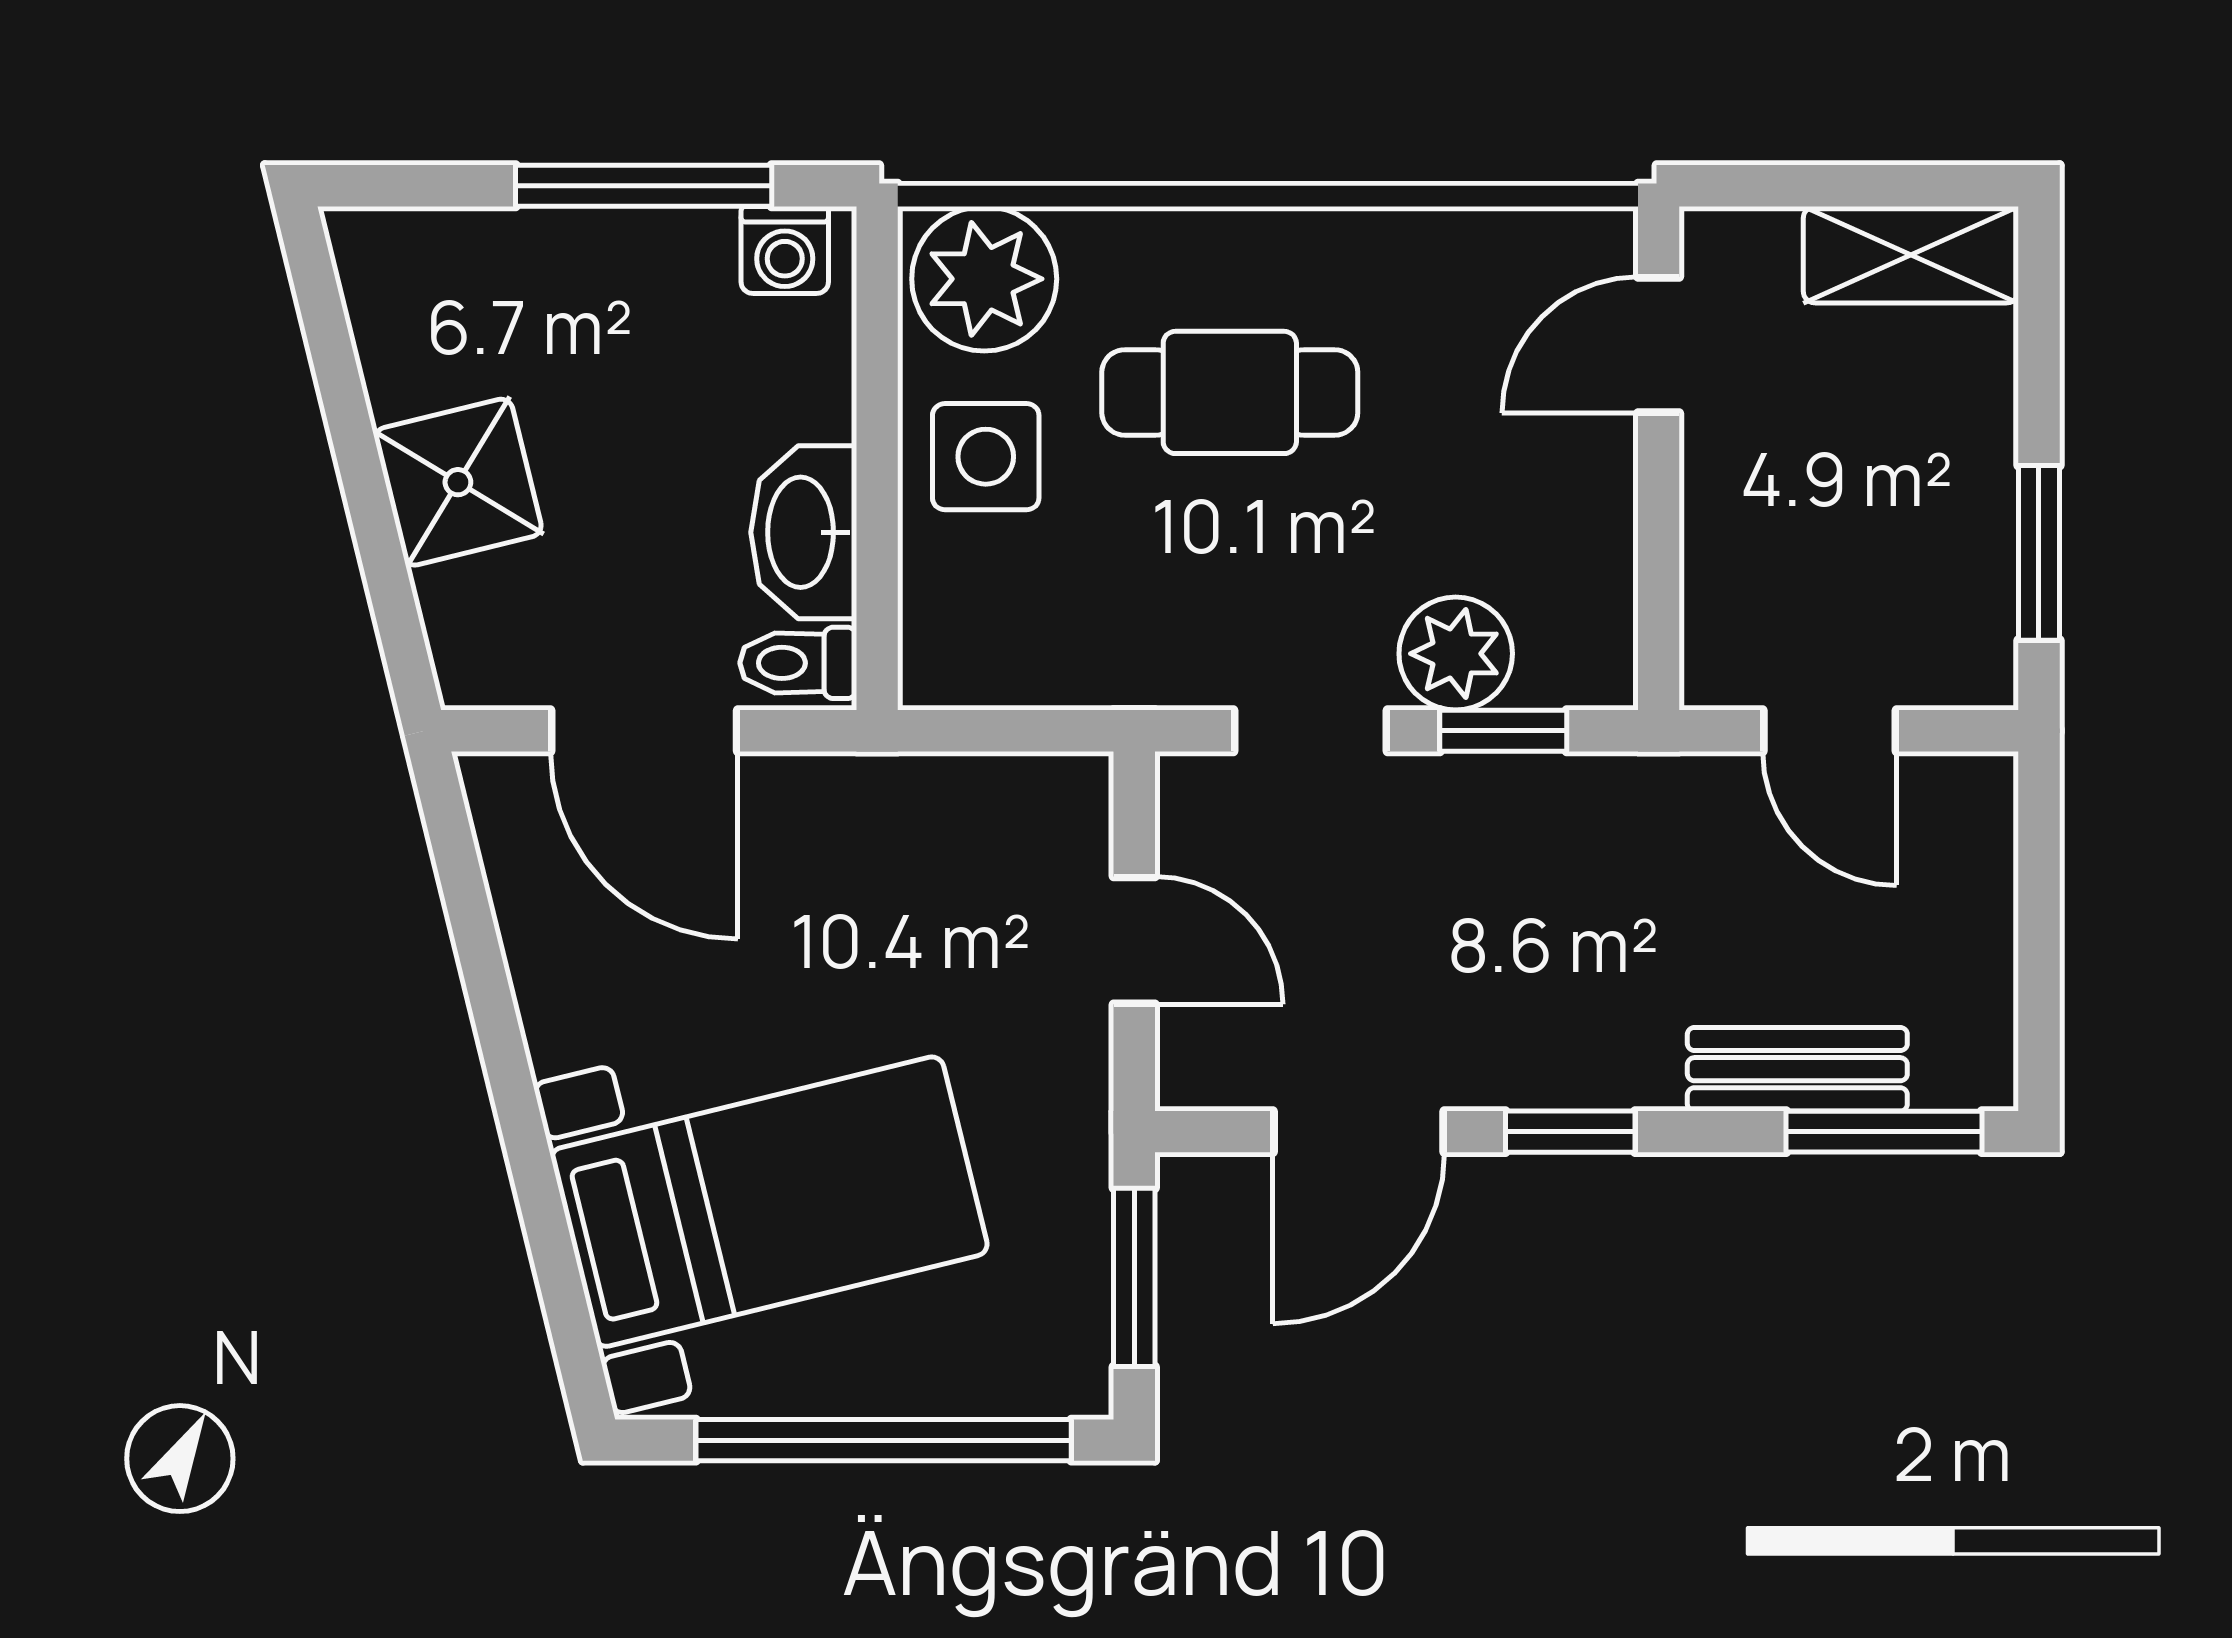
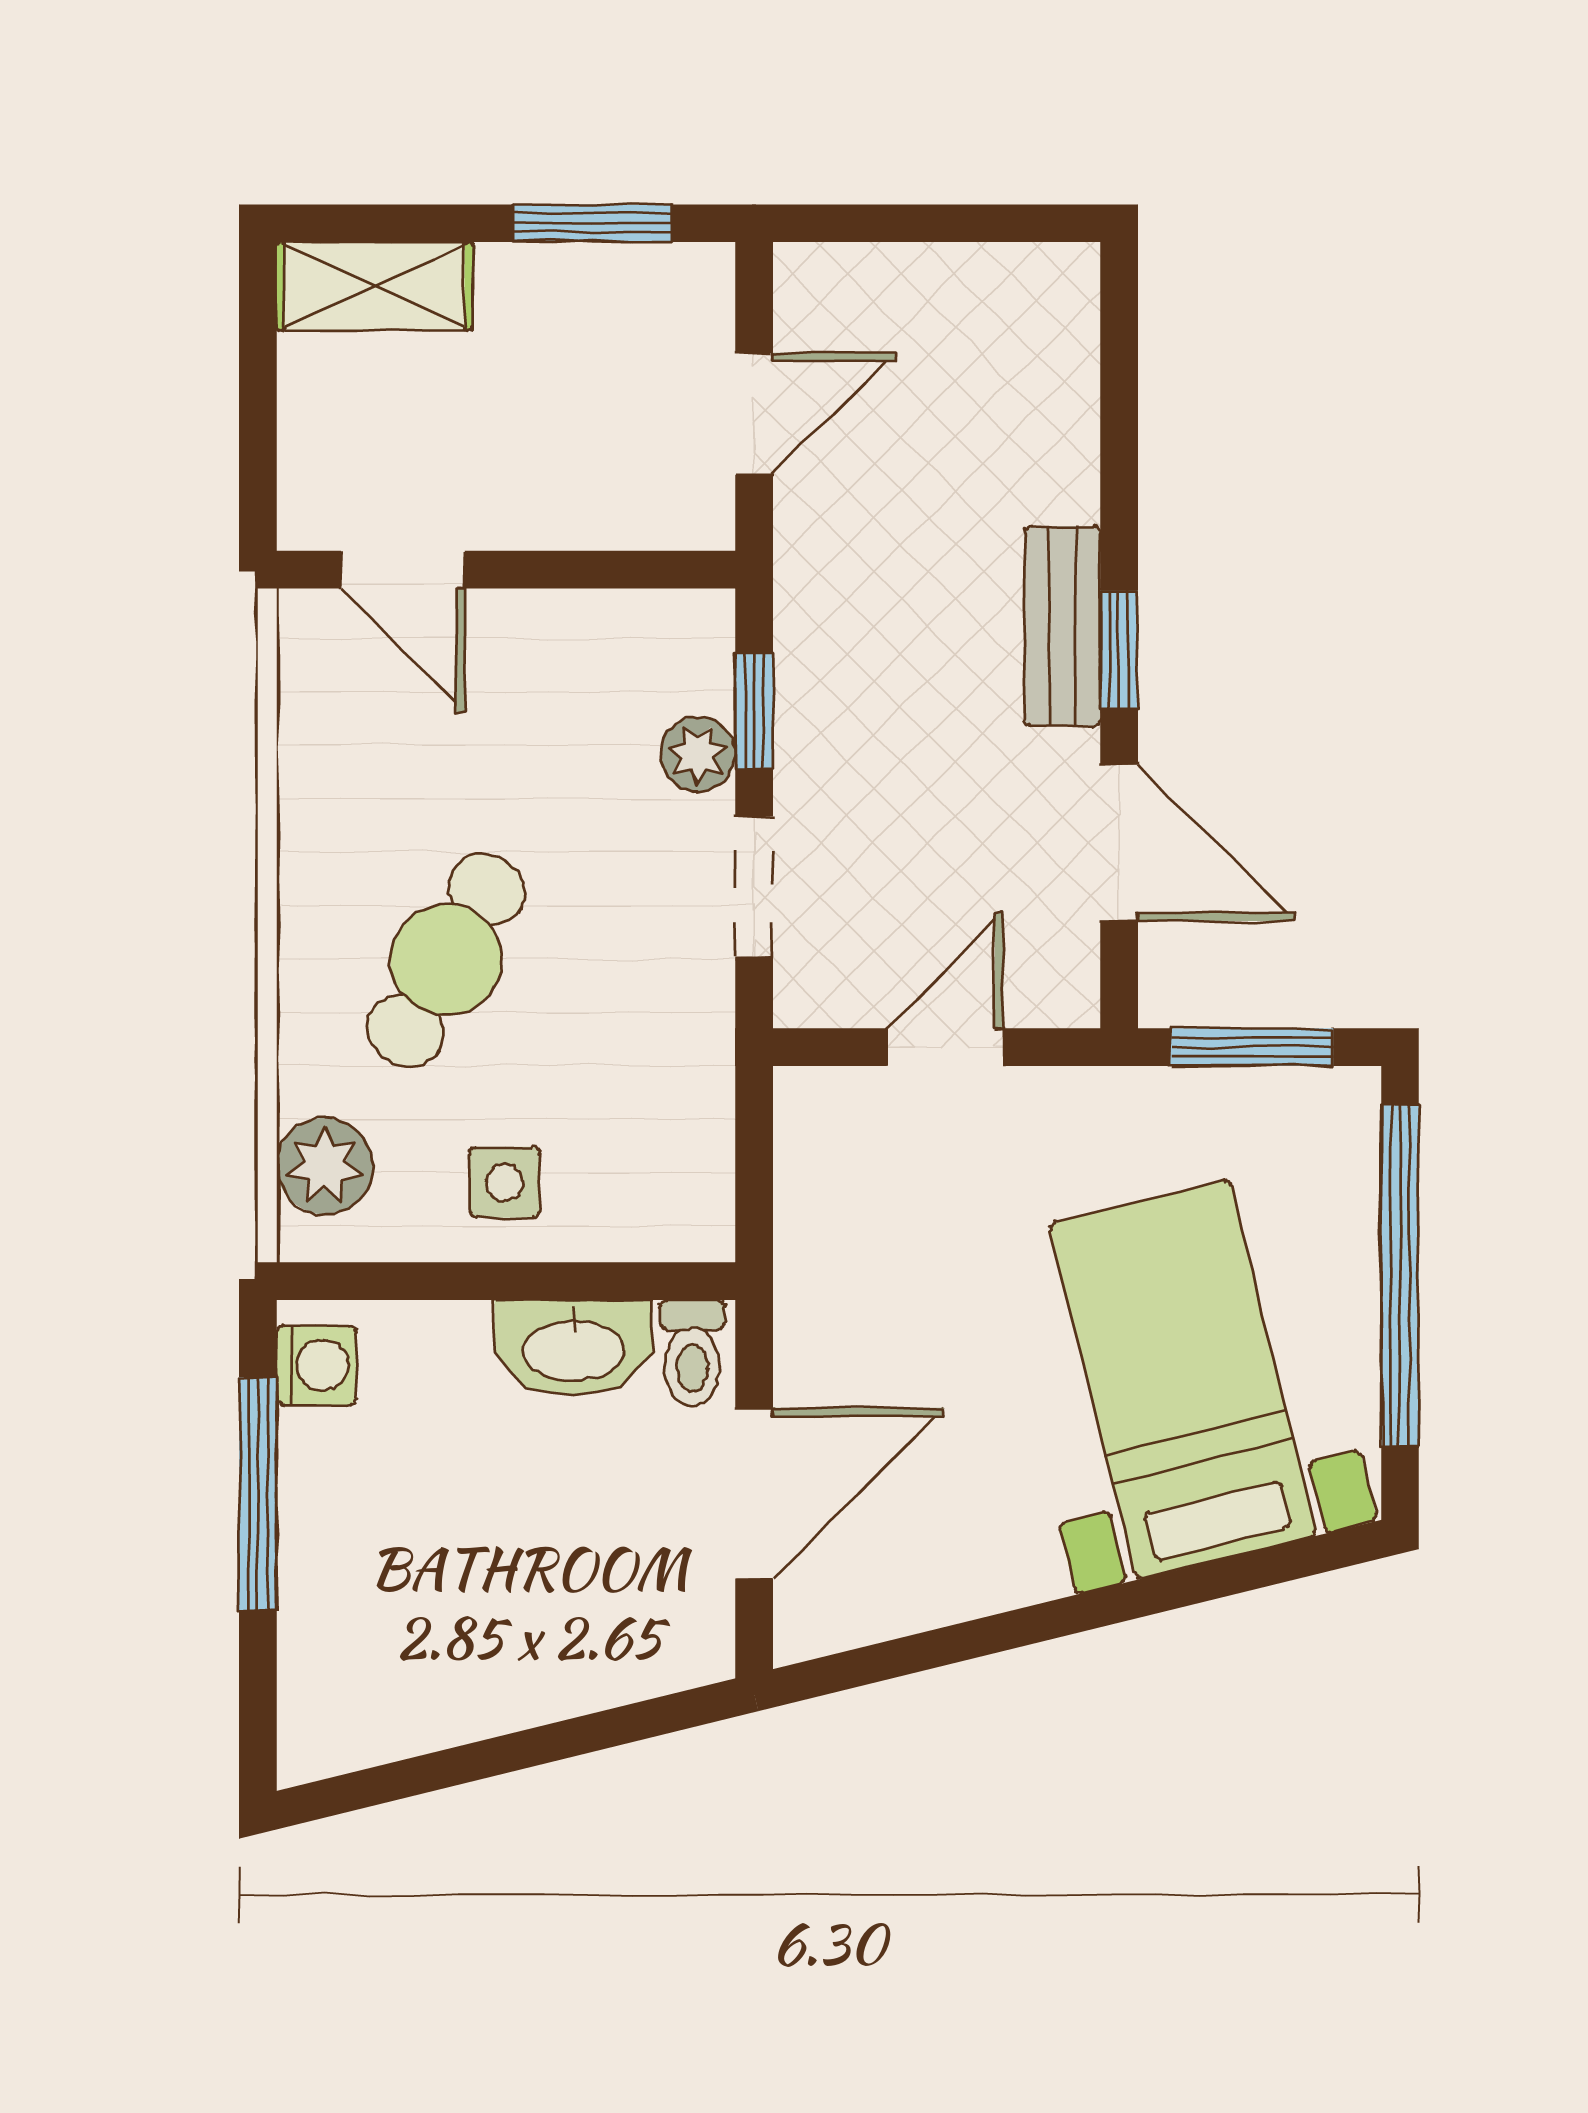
shelving: (1911, 255) -> (374, 286), moved, turned 90
plant: (984, 279) -> (325, 1166), width x0.73, depth x0.73
cafe table: (1230, 392) -> (446, 960), turned 30
side table: (986, 457) -> (504, 1182), width x0.73, depth x0.73
shower: (458, 482) -> (528, 1663), removed
plant: (1456, 654) -> (698, 754), width x0.73, depth x0.73
bench: (1797, 1069) -> (1062, 626), moved
window: (1884, 1132) -> (1119, 364), removed

